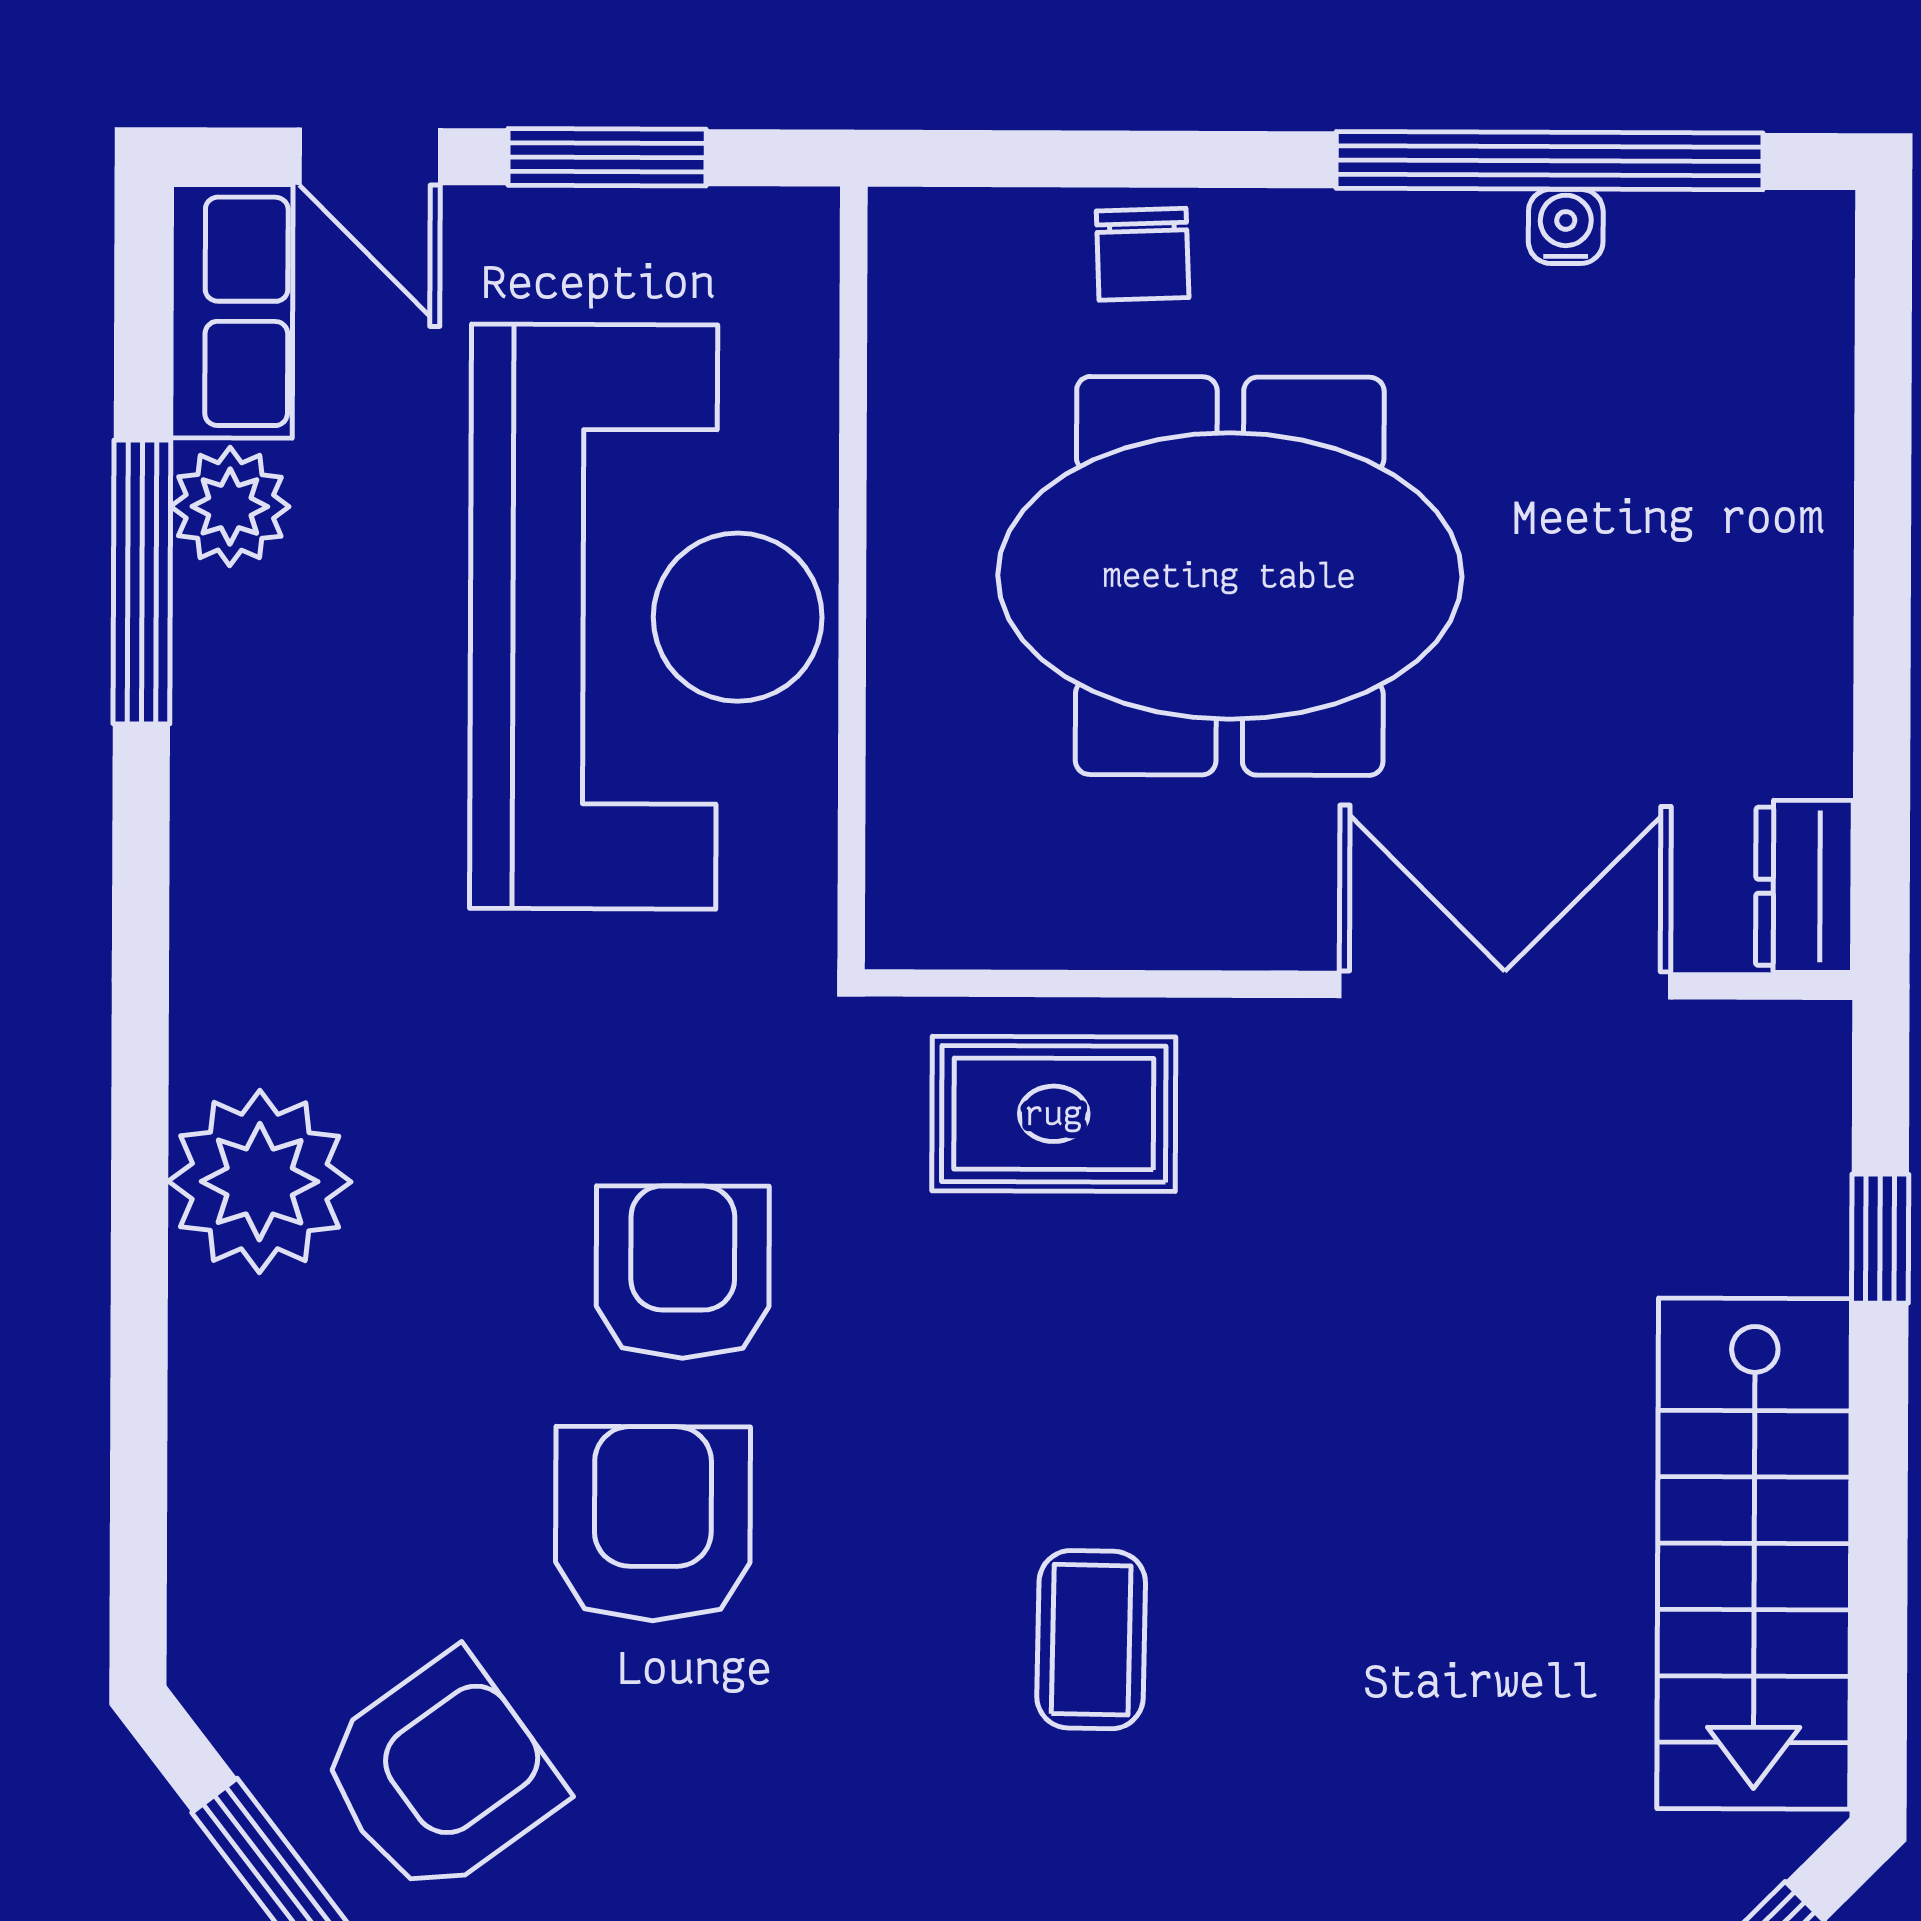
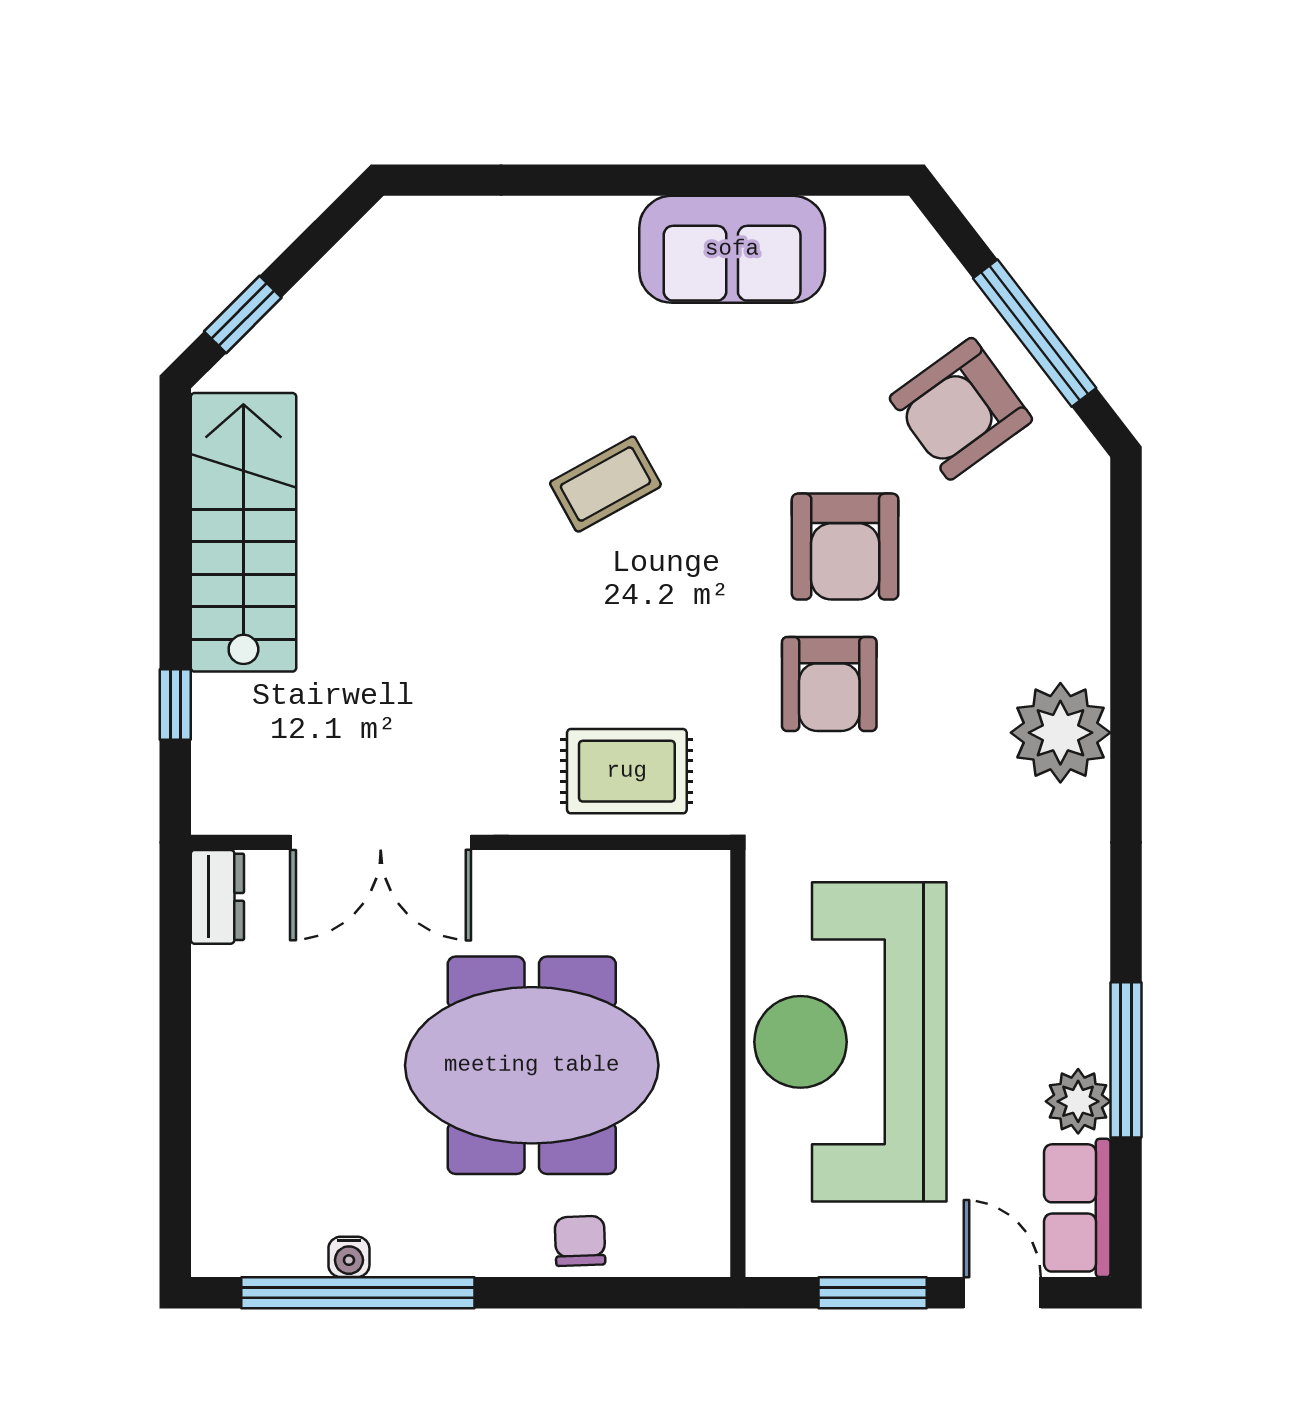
coffee table: (1091, 1640) -> (605, 484), turned 60

